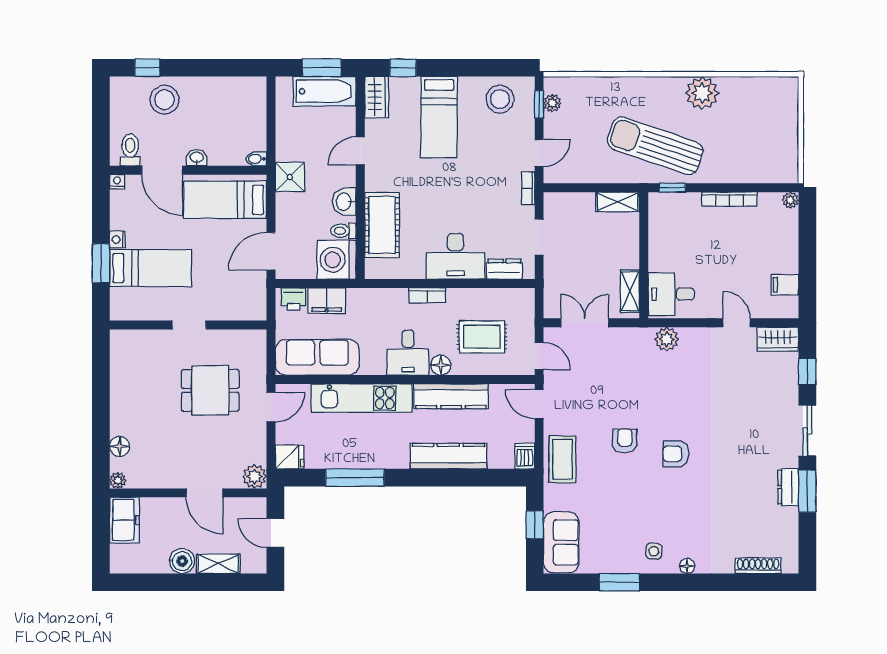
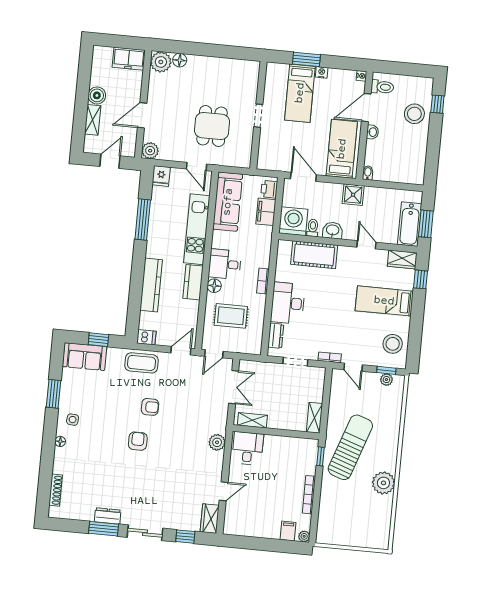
filing cabinet: (785, 285) -> (288, 531), moved
rug: (482, 337) -> (231, 316), turned 90
kitchen counter: (451, 396) -> (193, 282), width x0.67
plant: (118, 480) -> (161, 62), width x1.88, depth x1.88

